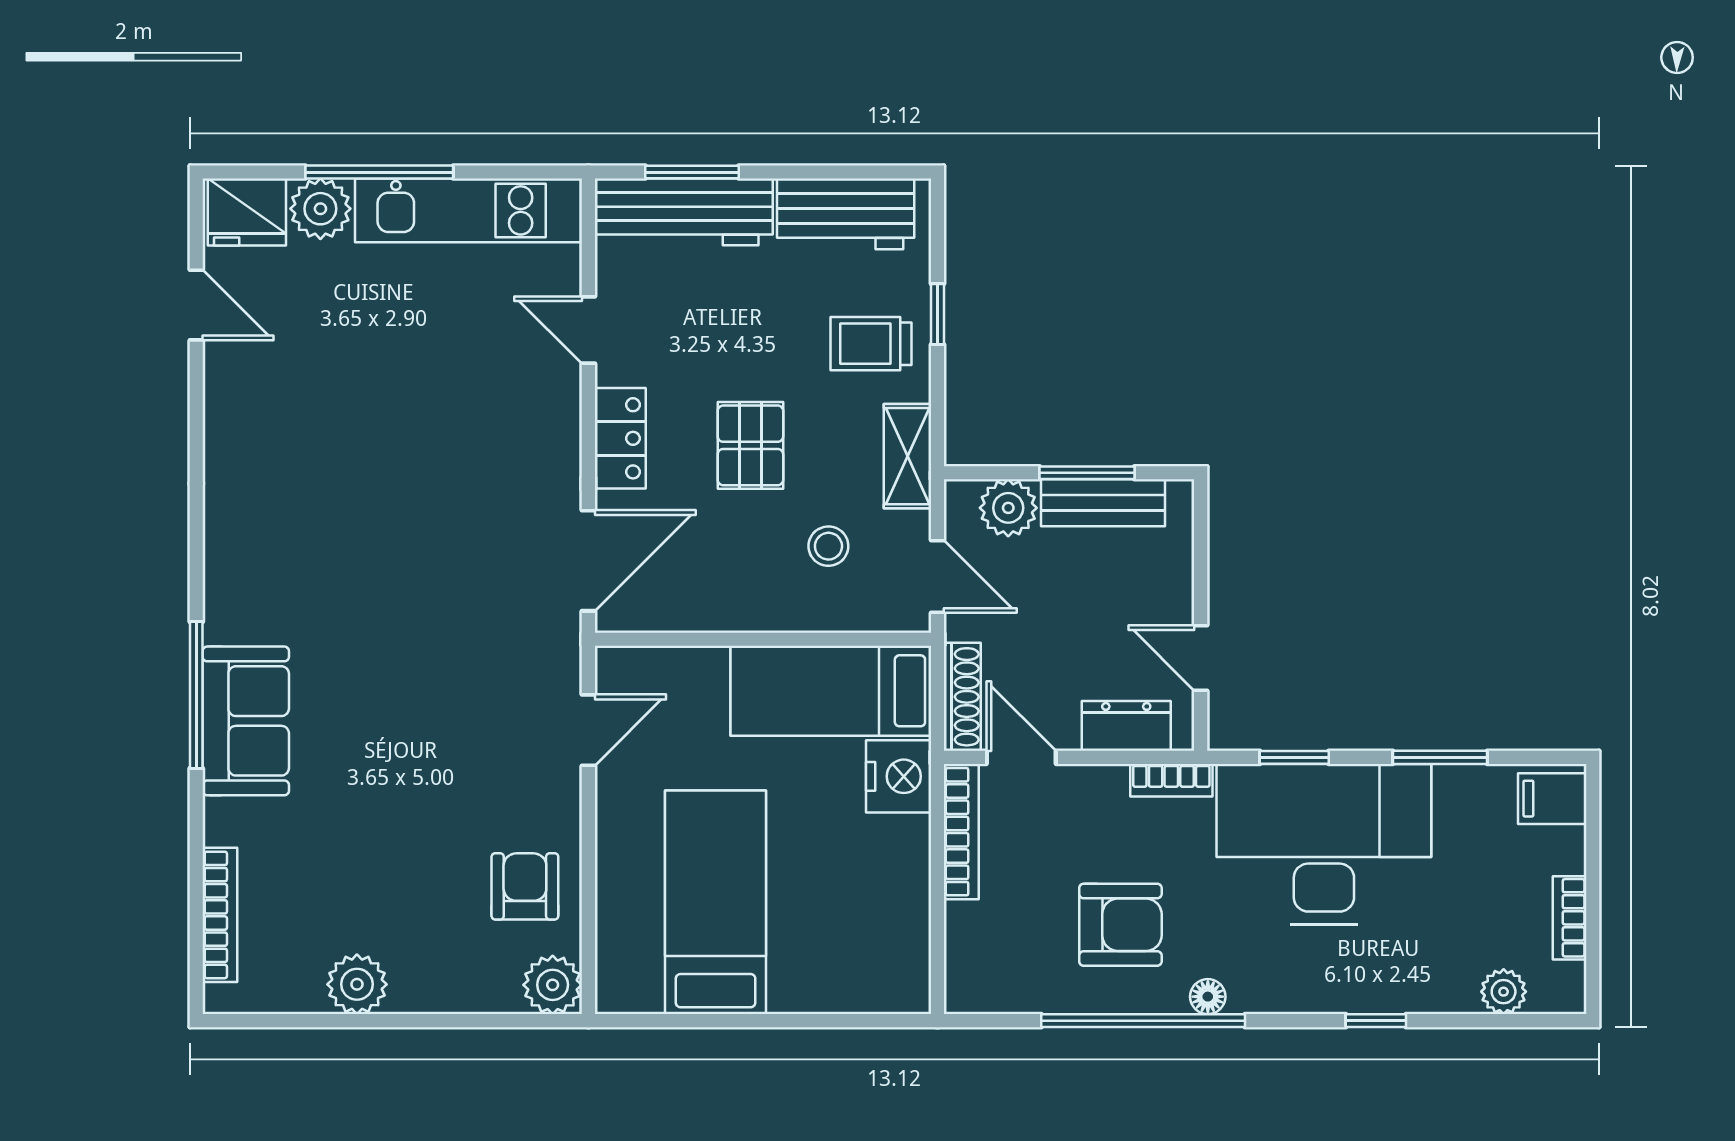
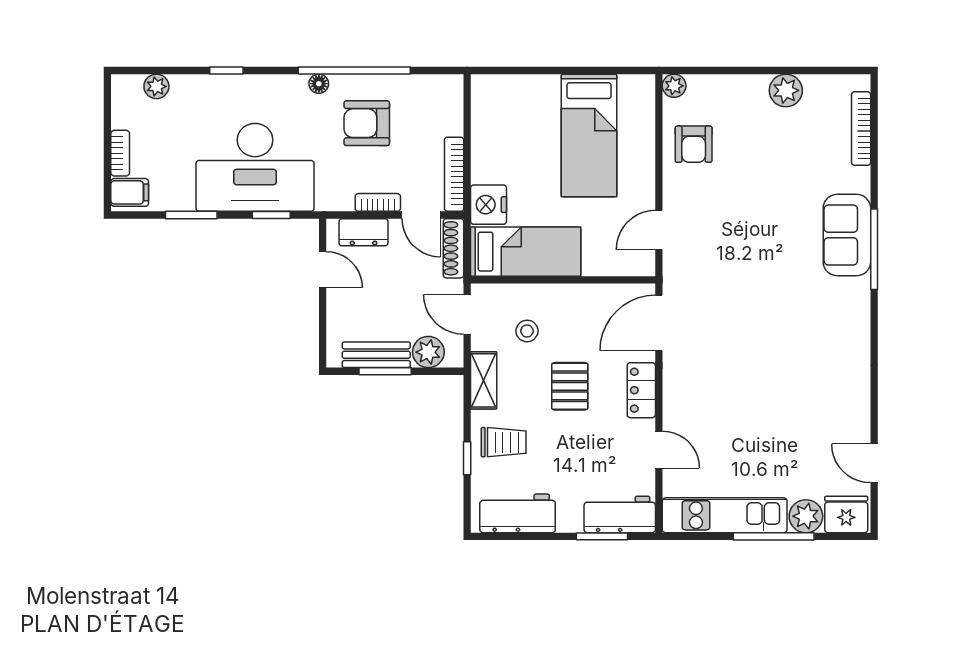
workbench: (684, 212) -> (620, 514), width x0.73
bookcase: (1171, 780) -> (378, 202), moved
bookcase: (1570, 918) -> (120, 153), moved
plant: (553, 985) -> (674, 86), width x0.73, depth x0.73

